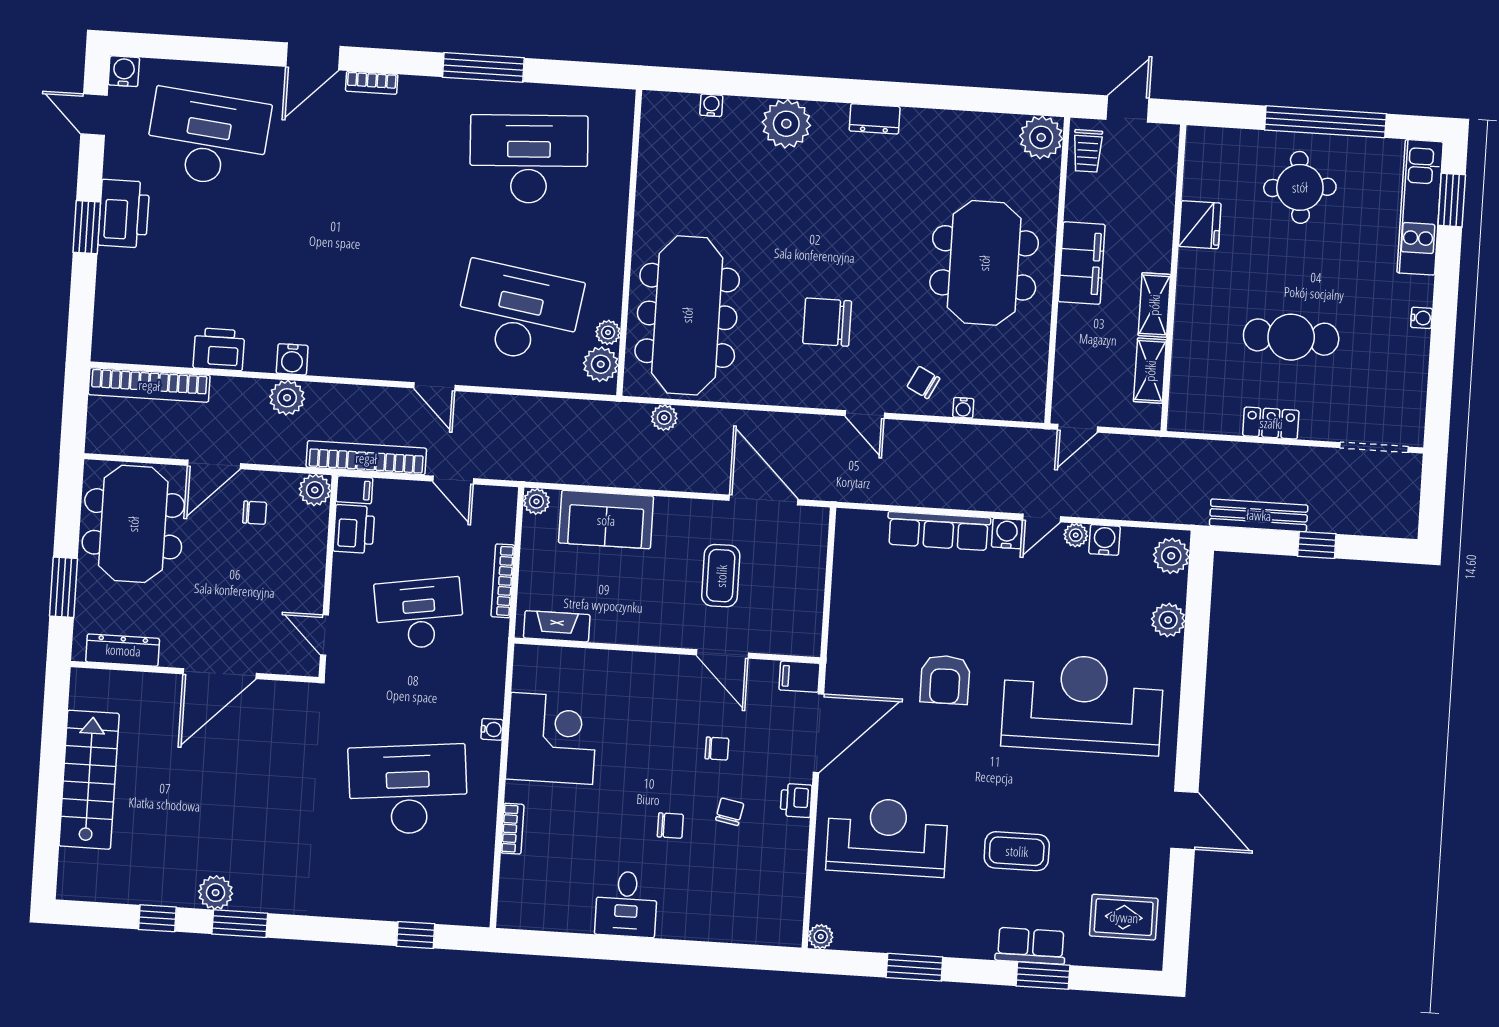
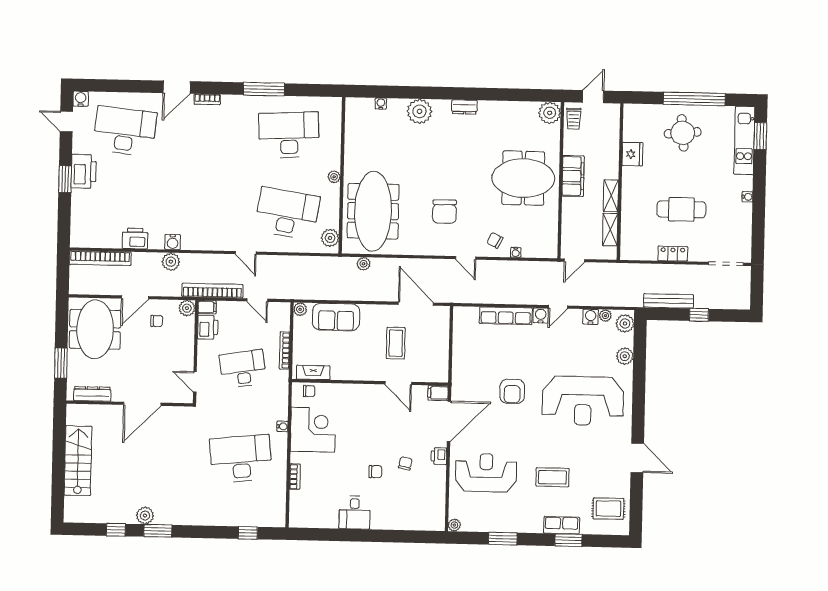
meeting table: (984, 263) -> (523, 178), turned 90
chair: (827, 322) -> (445, 212), turned -90
plant: (608, 332) -> (334, 177), moved
plant: (1076, 535) -> (605, 316), moved
reception desk: (1083, 704) -> (583, 401), turned 180
chair: (717, 749) -> (309, 391), moved

